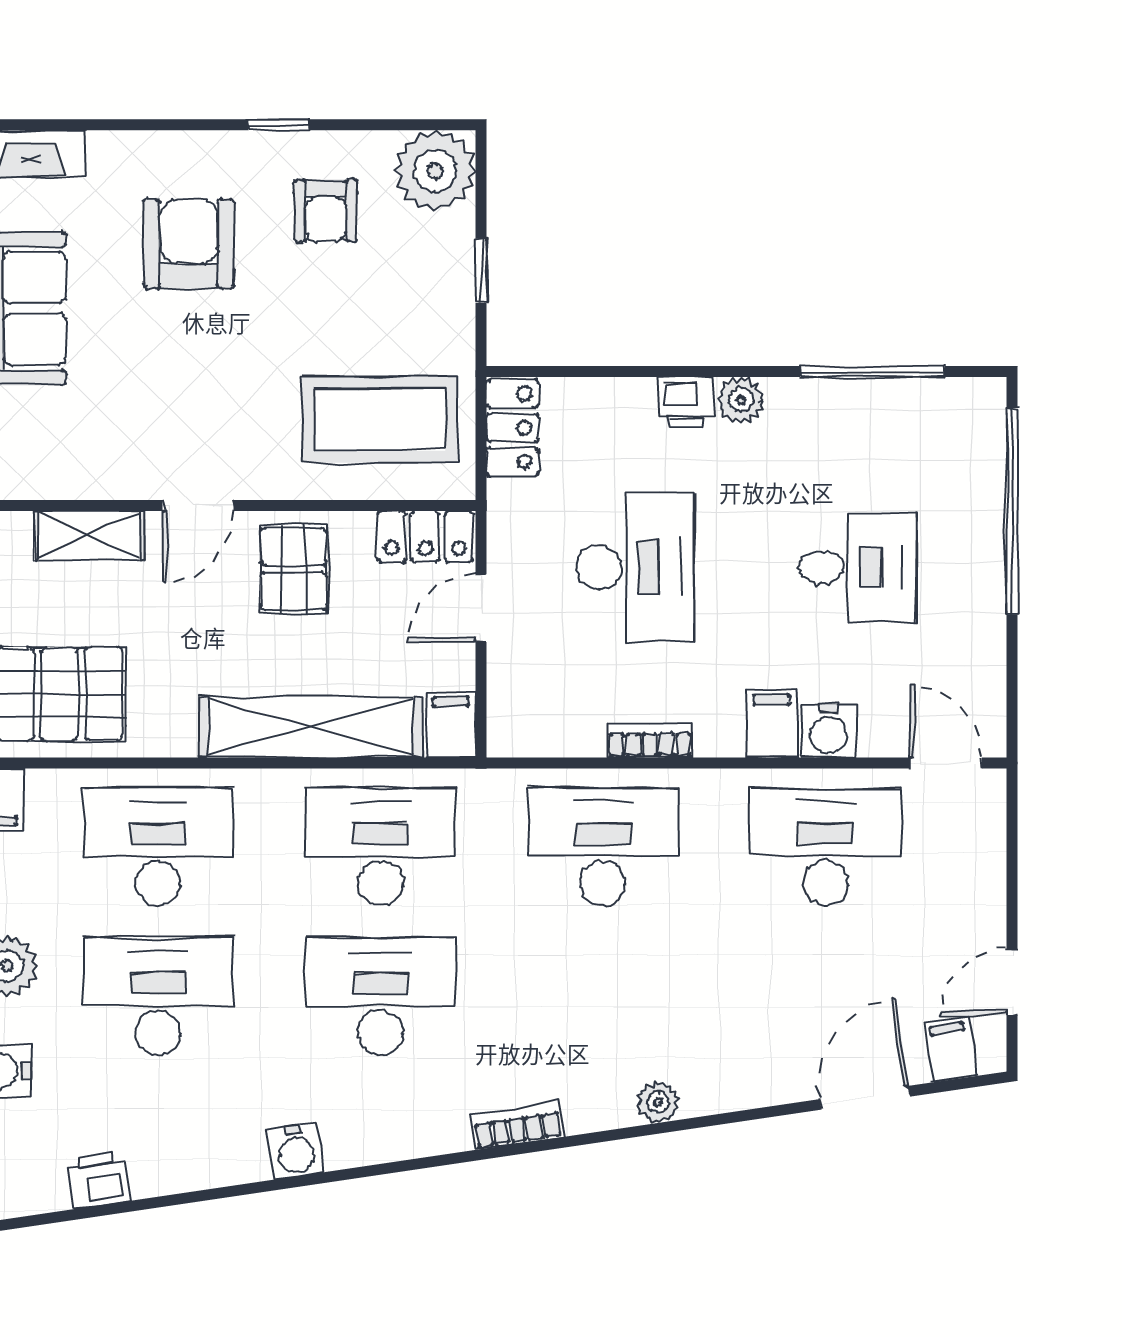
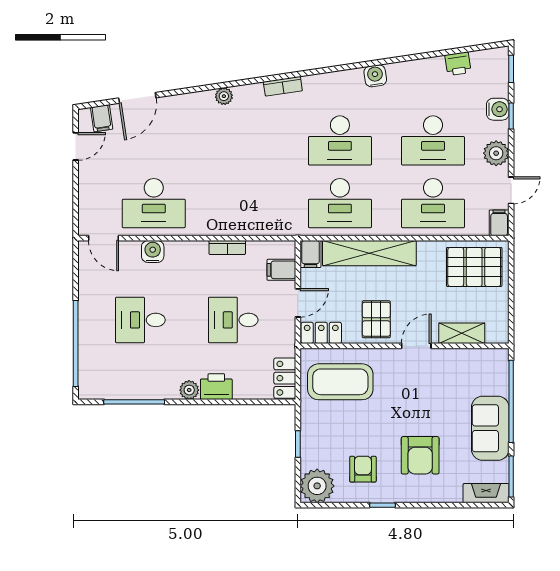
printer: (686, 402) -> (216, 387), width x1.36, depth x1.24
desk: (636, 567) -> (233, 320), width x0.73
filing cabinet: (772, 724) -> (281, 270), moved, turned 90
desk: (603, 847) -> (247, 203), removed

